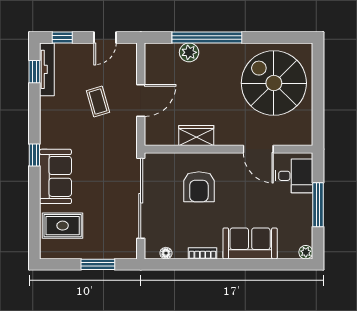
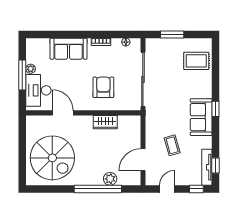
door: (141, 100) -> (143, 160), moved
sofa: (55, 176) -> (201, 117), moved
desk: (294, 176) -> (38, 90), width x1.37
plant: (306, 252) -> (31, 69), moved

